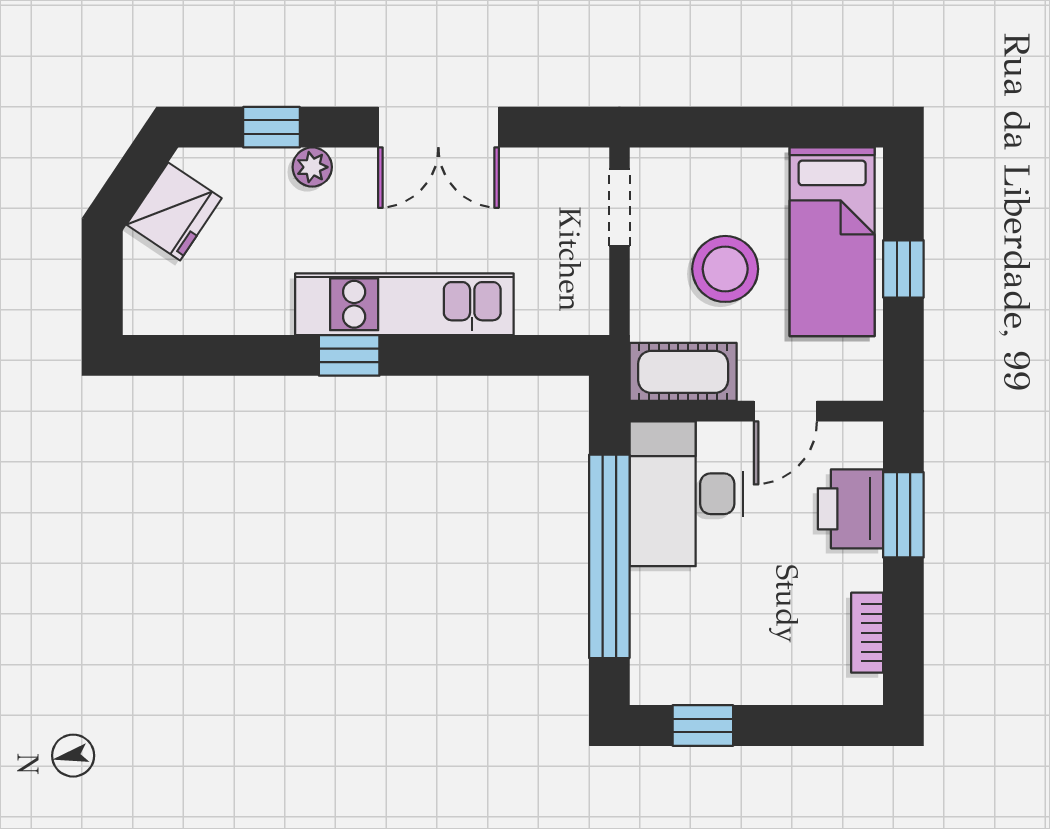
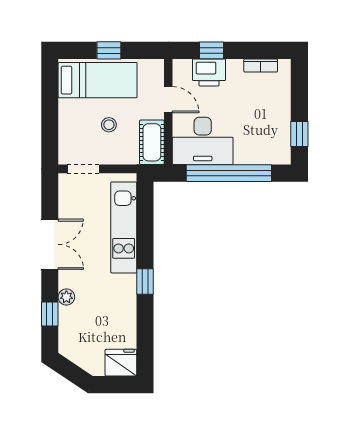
fridge: (174, 211) -> (121, 363), moved, turned -34
stool: (725, 269) -> (109, 125), width x0.53, depth x0.53
kitchen unit: (404, 304) -> (124, 227), moved
window: (903, 515) -> (211, 50), width x0.67

